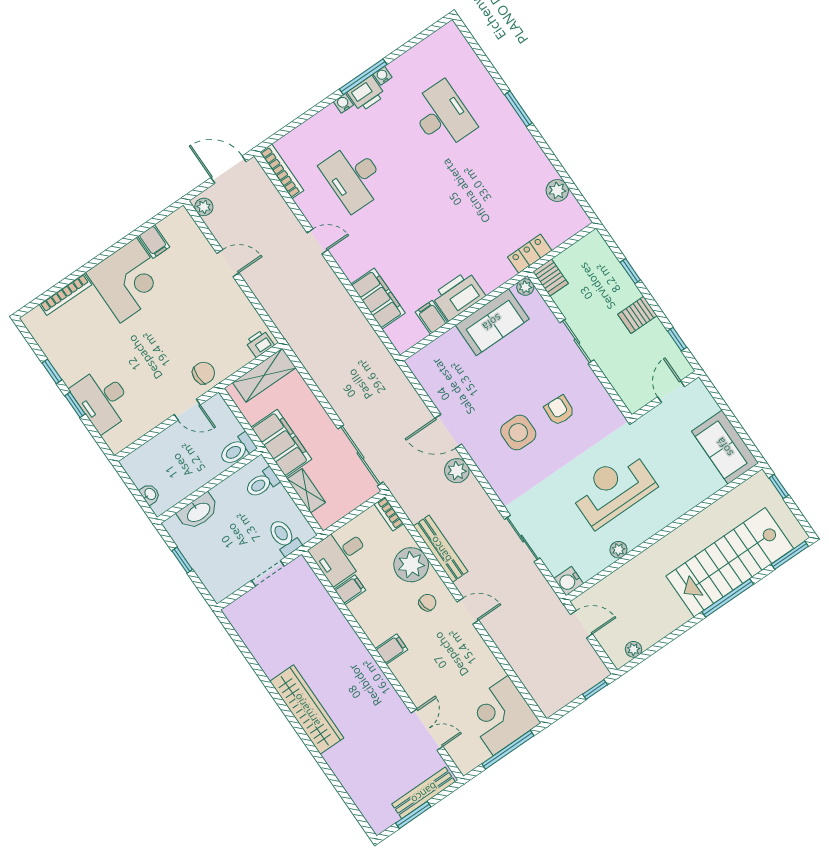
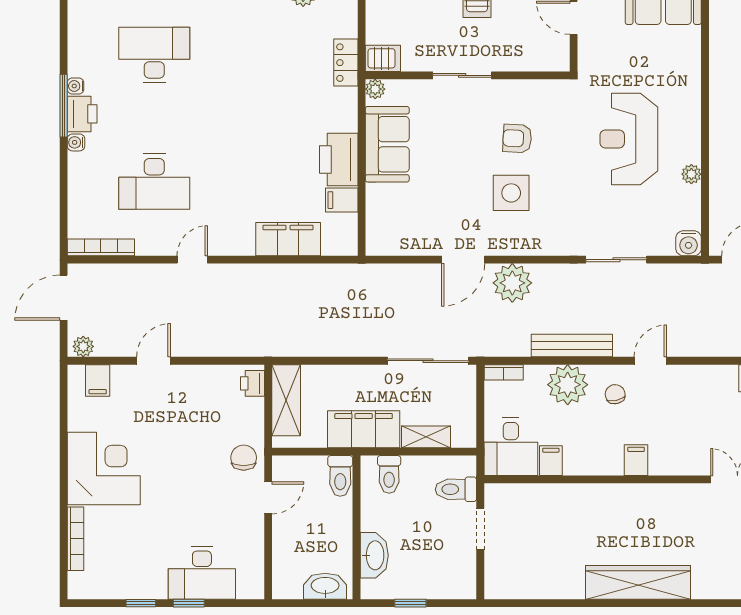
filing cabinet: (154, 242) -> (98, 380), moved, turned 90
plant: (457, 471) -> (512, 283), width x1.36, depth x1.36
washbasin: (150, 494) -> (325, 586), width x1.91, depth x1.45

